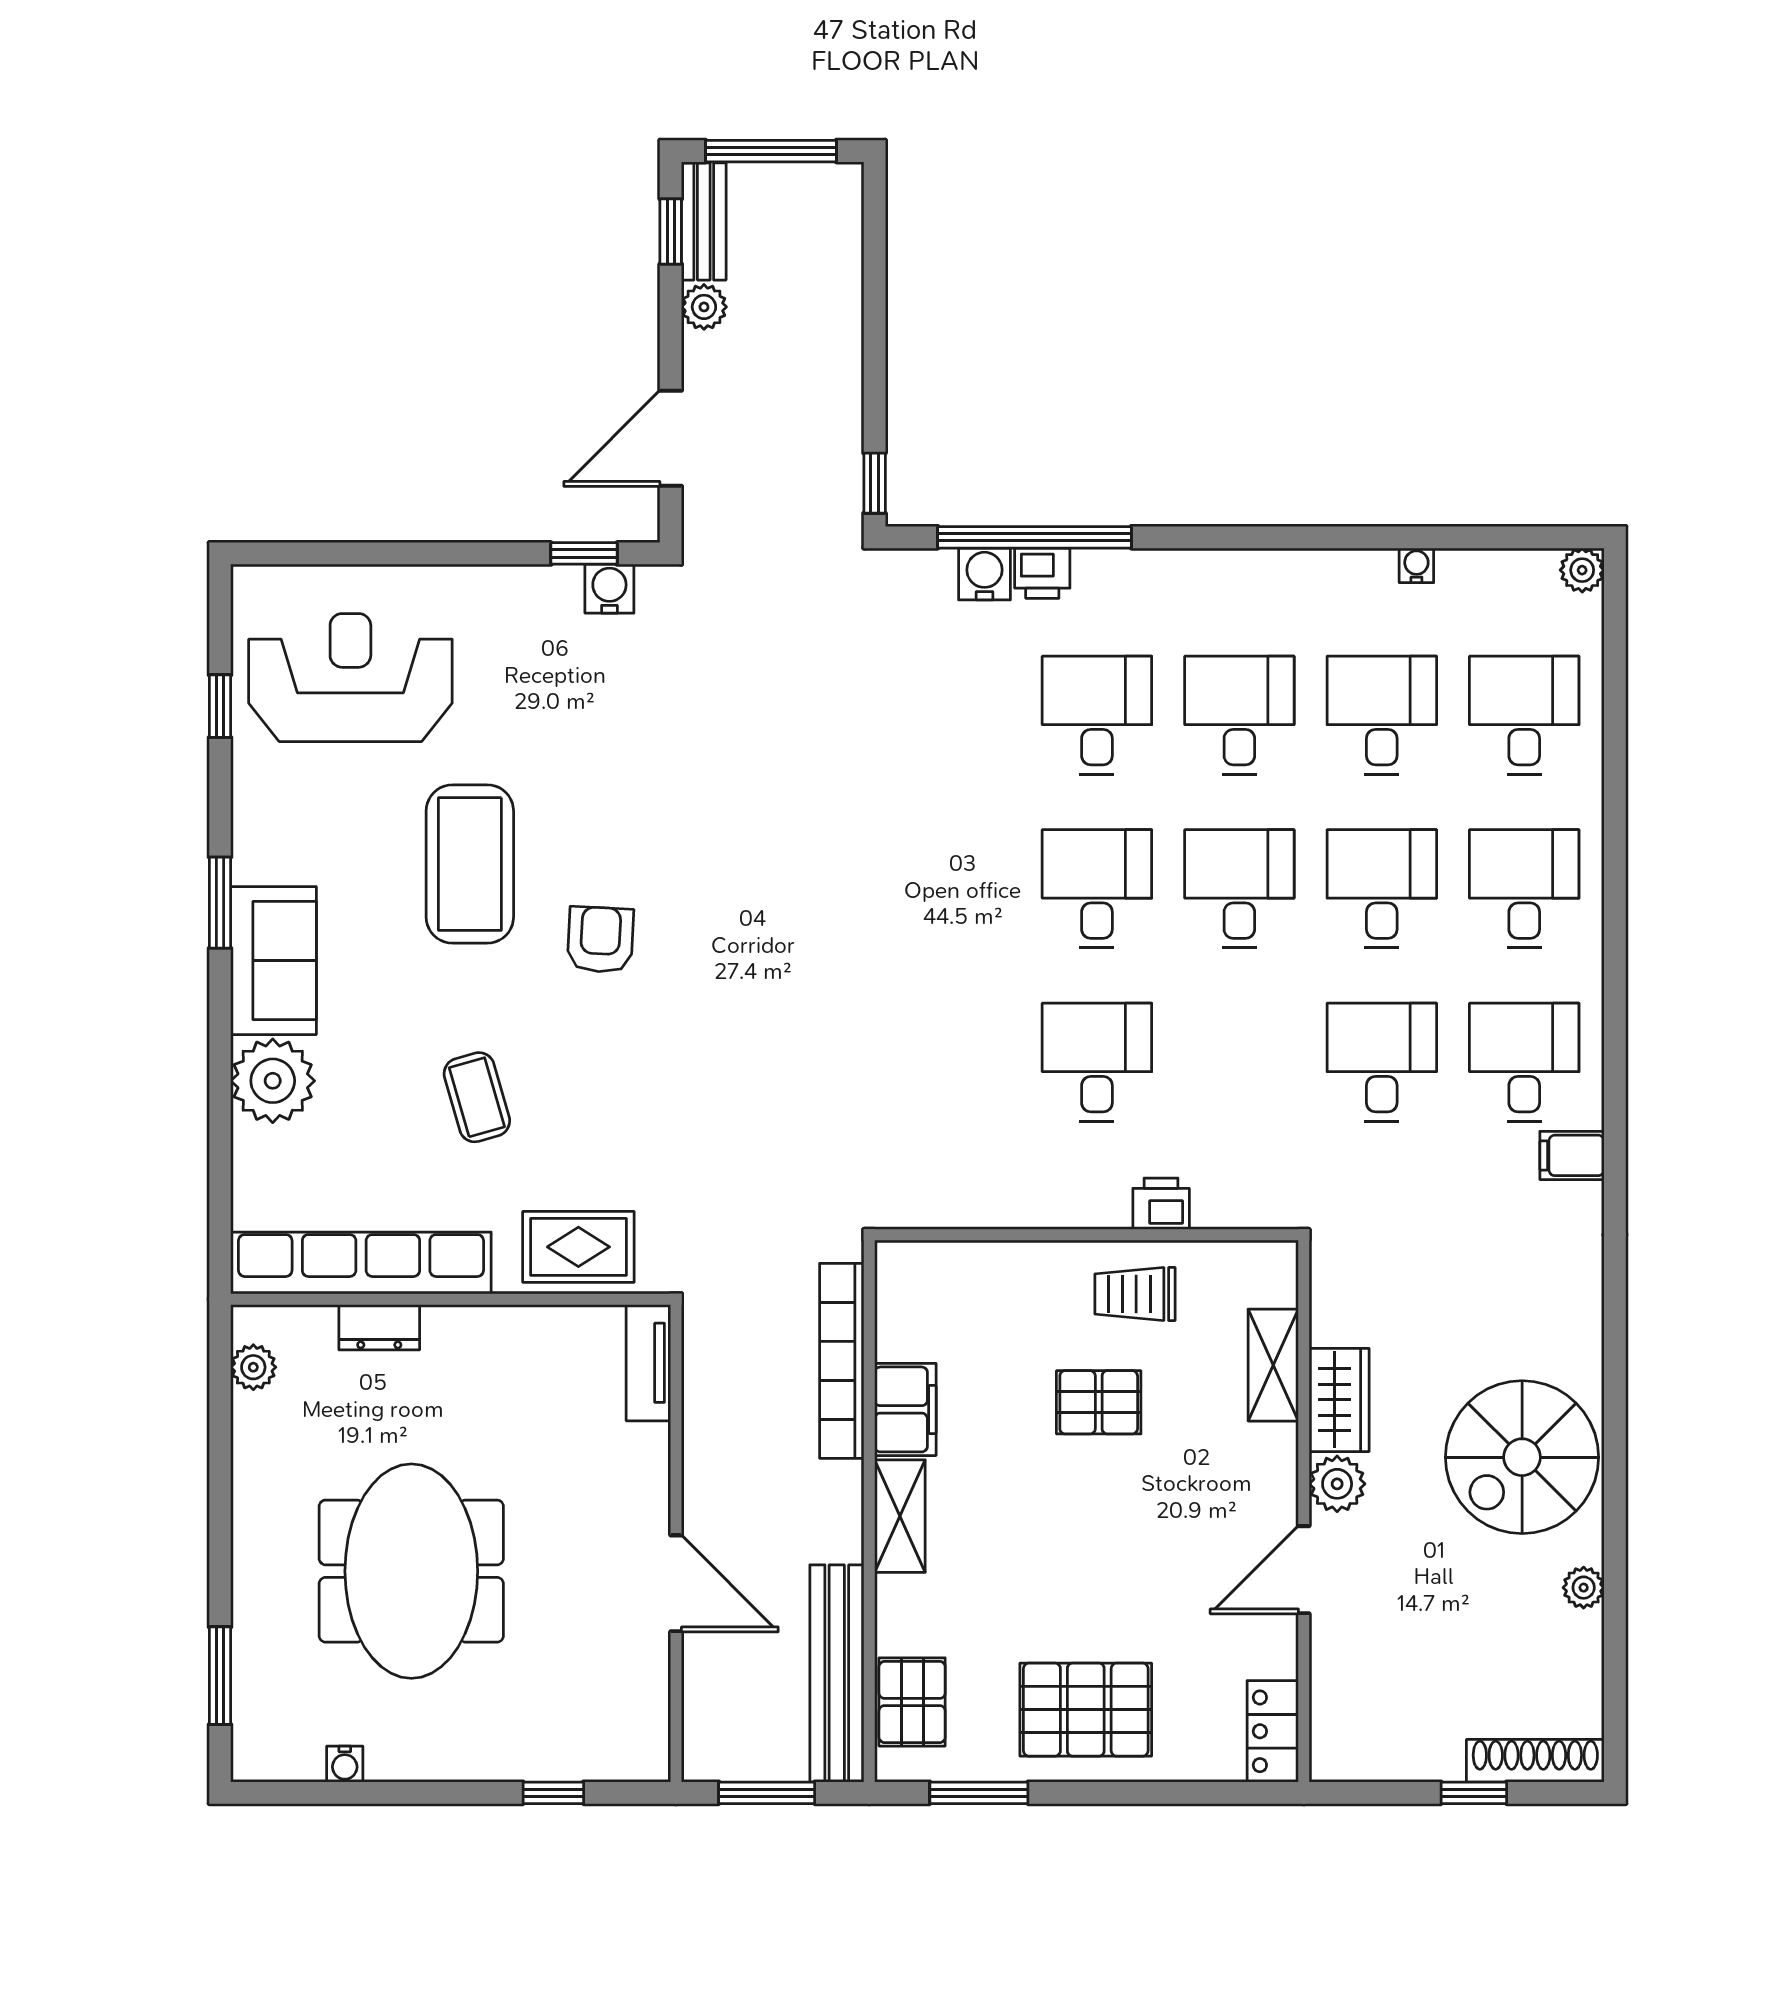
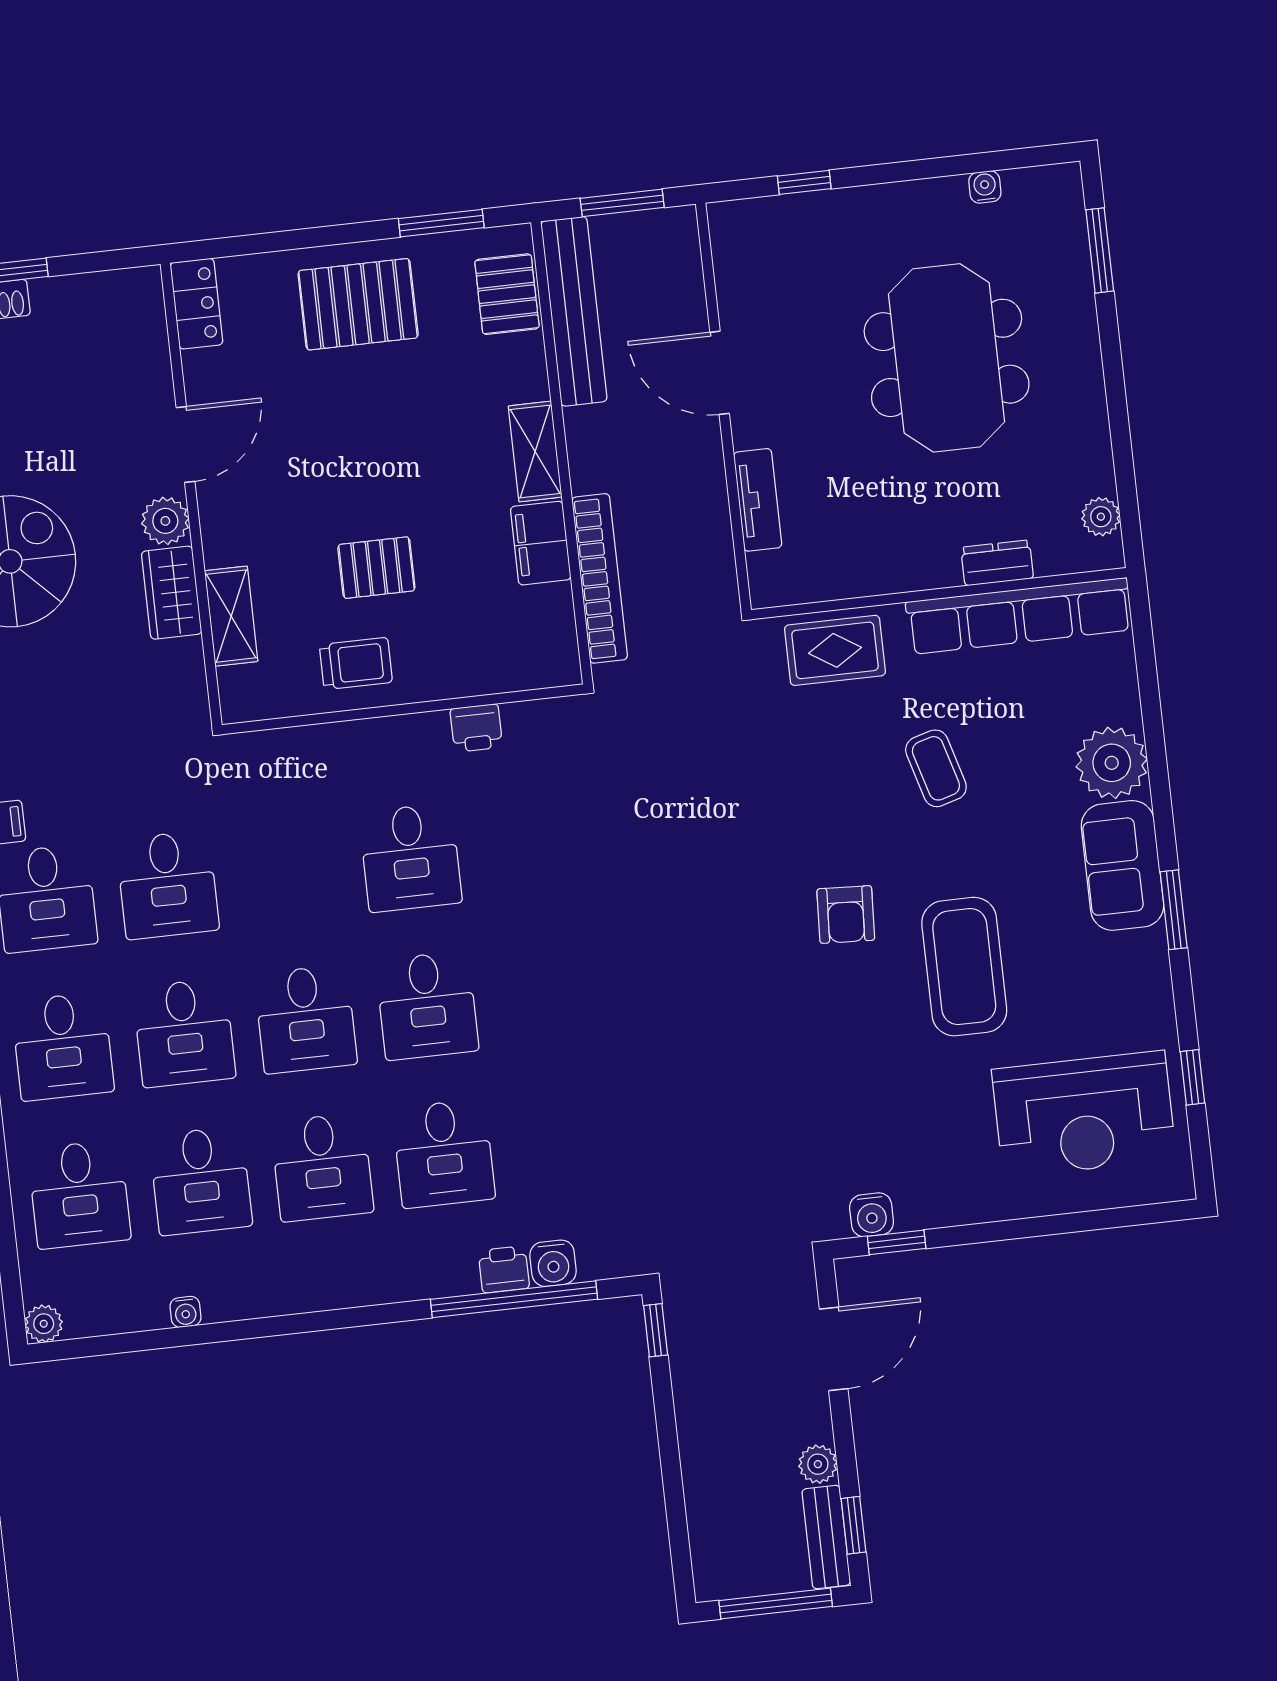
printer: (1161, 1204) -> (476, 728), moved
tv unit: (648, 1363) -> (758, 500), moved

